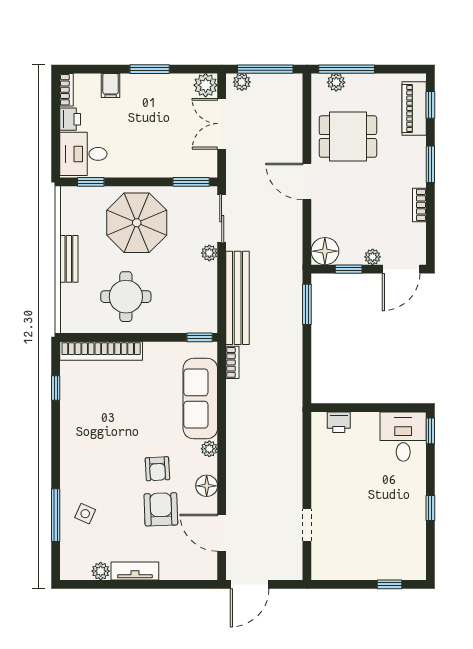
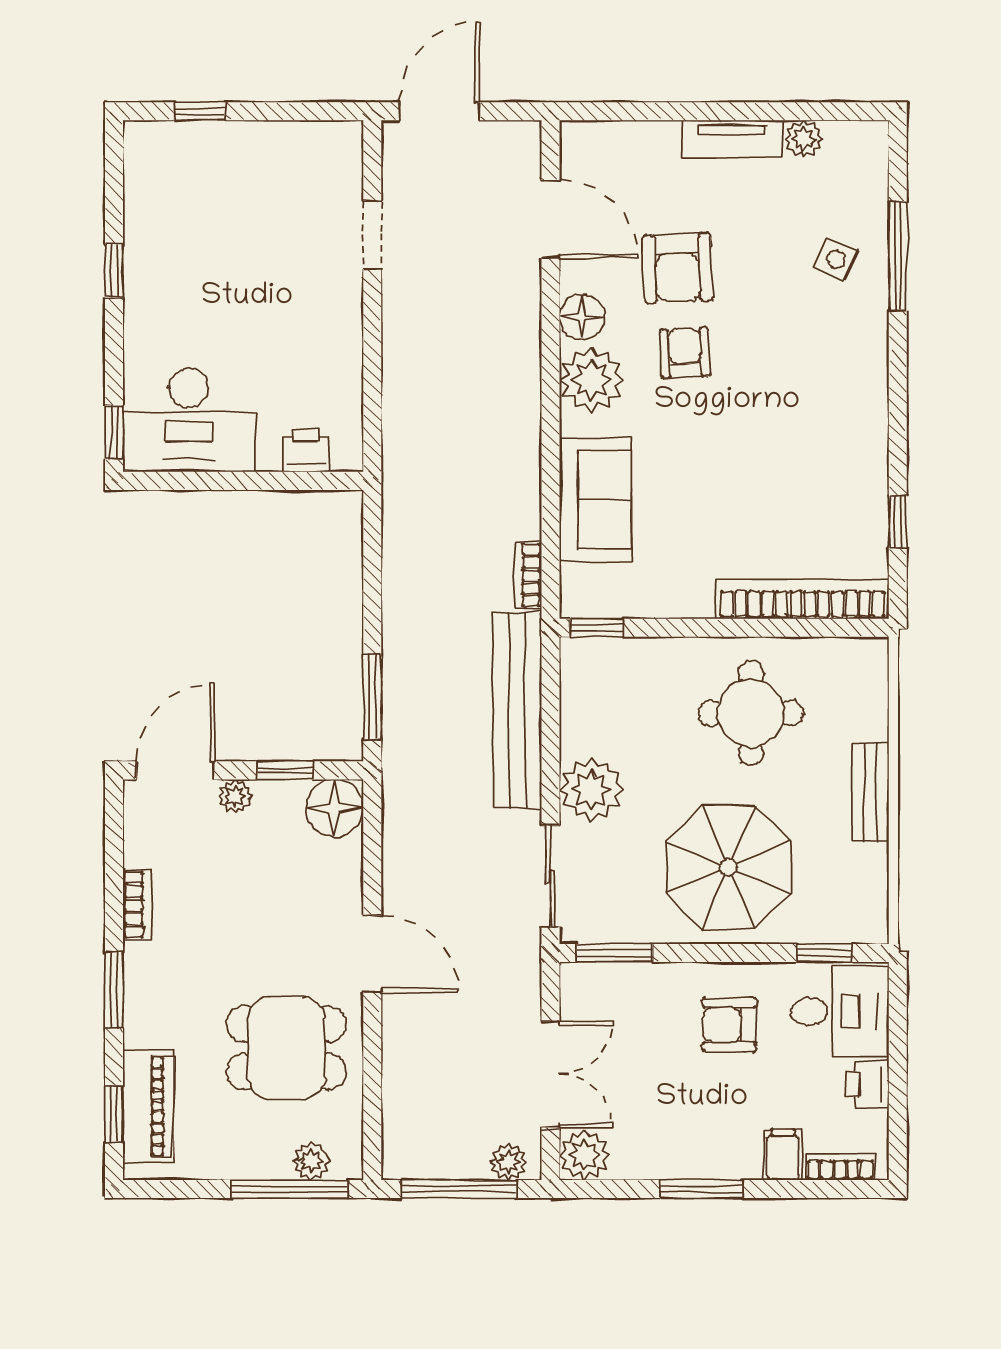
bookcase: (66, 90) -> (840, 1166), moved, turned 90
armchair: (136, 148) -> (729, 1025), added
plant: (209, 253) -> (591, 790), width x1.88, depth x1.88
sofa: (200, 399) -> (595, 500), width x0.73
desk: (403, 437) -> (189, 420), width x1.37
plant: (209, 449) -> (591, 380), width x1.87, depth x1.87
door: (250, 584) -> (439, 111), moved

